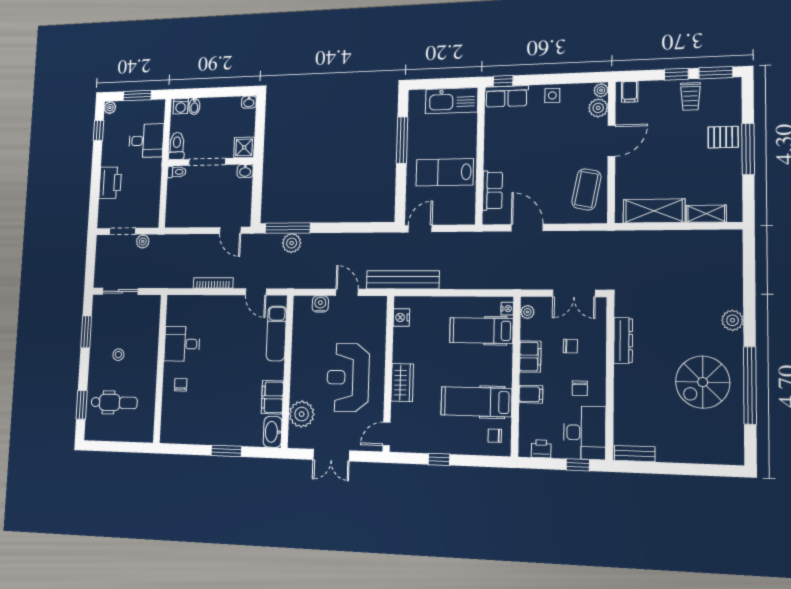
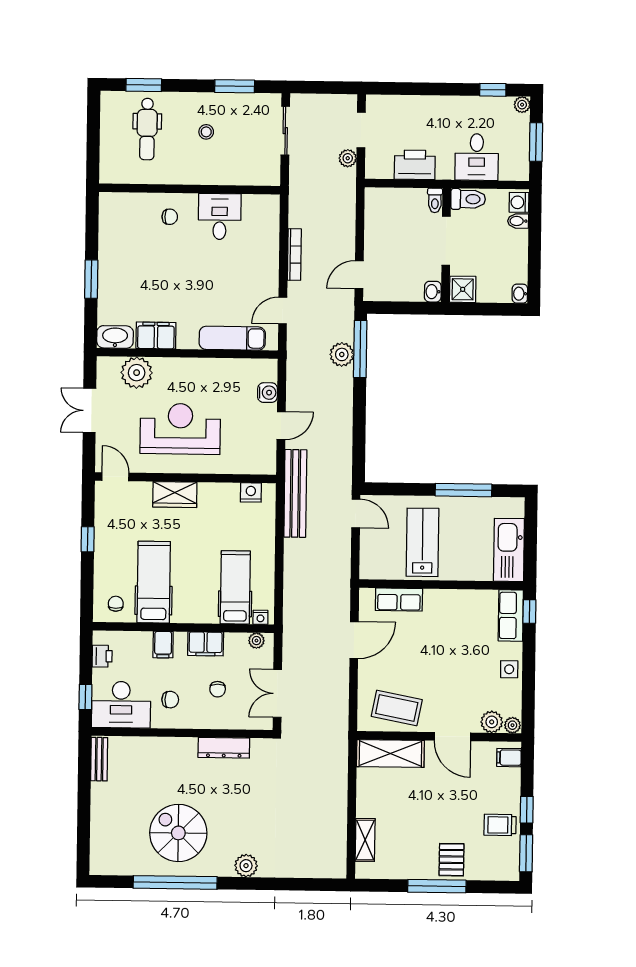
printer: (110, 183) -> (415, 165), moved, turned 180
shelving: (654, 211) -> (390, 753), moved, turned 90
chair: (580, 388) -> (170, 700), turned 180

